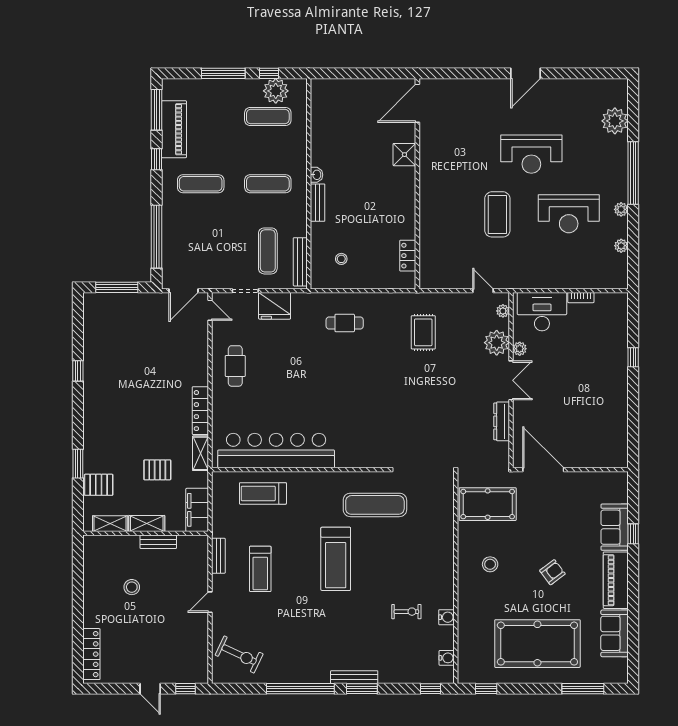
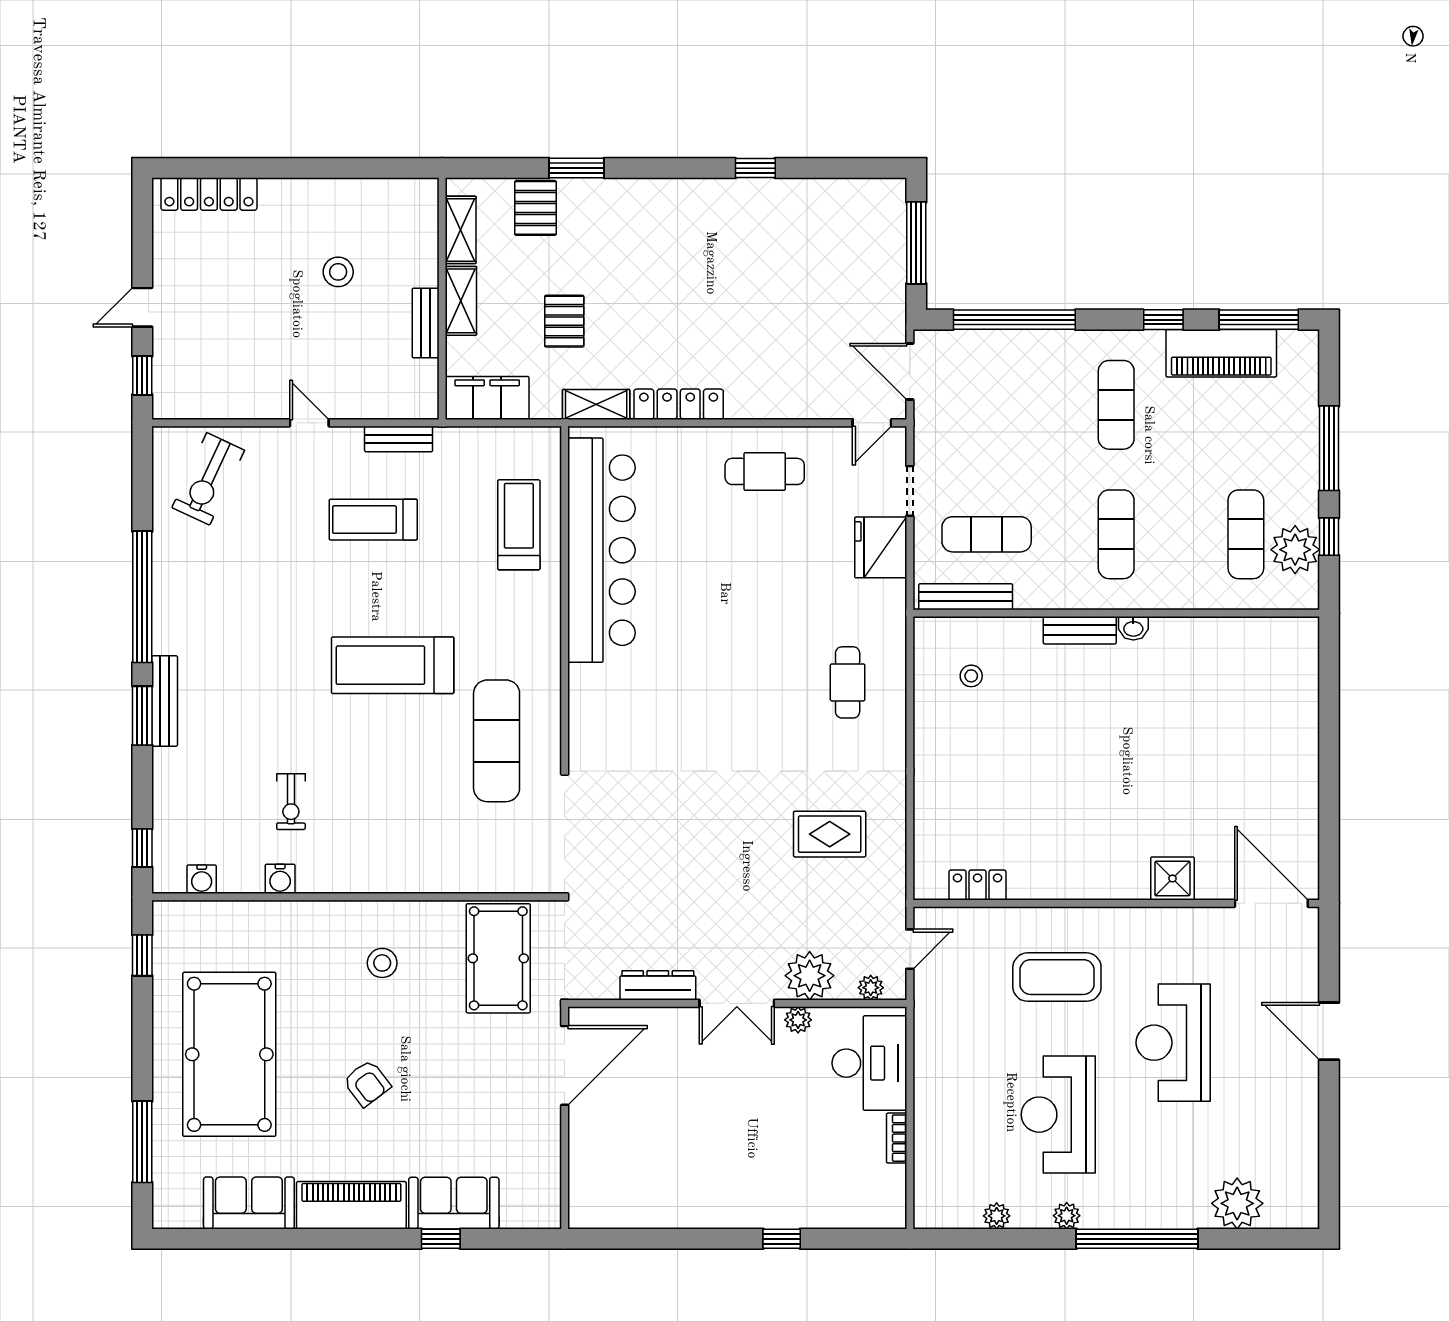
door: (417, 103) -> (1271, 903), moved
shower: (404, 155) -> (1172, 878), moved
wall: (417, 184) -> (1116, 903), moved
locker: (408, 256) -> (978, 885), moved

